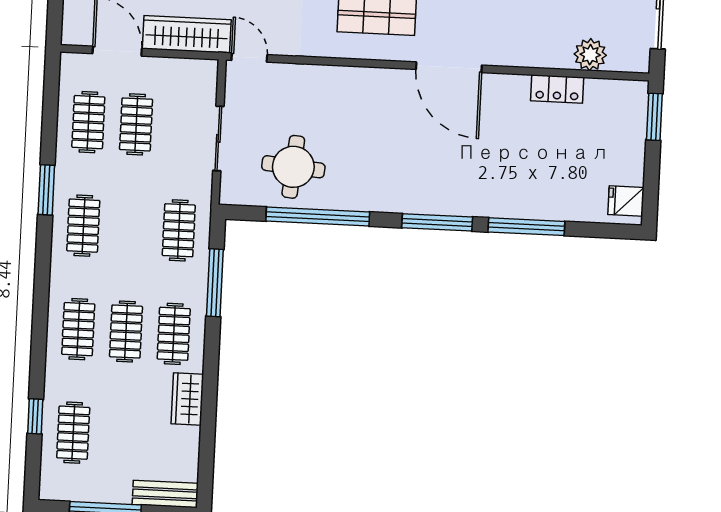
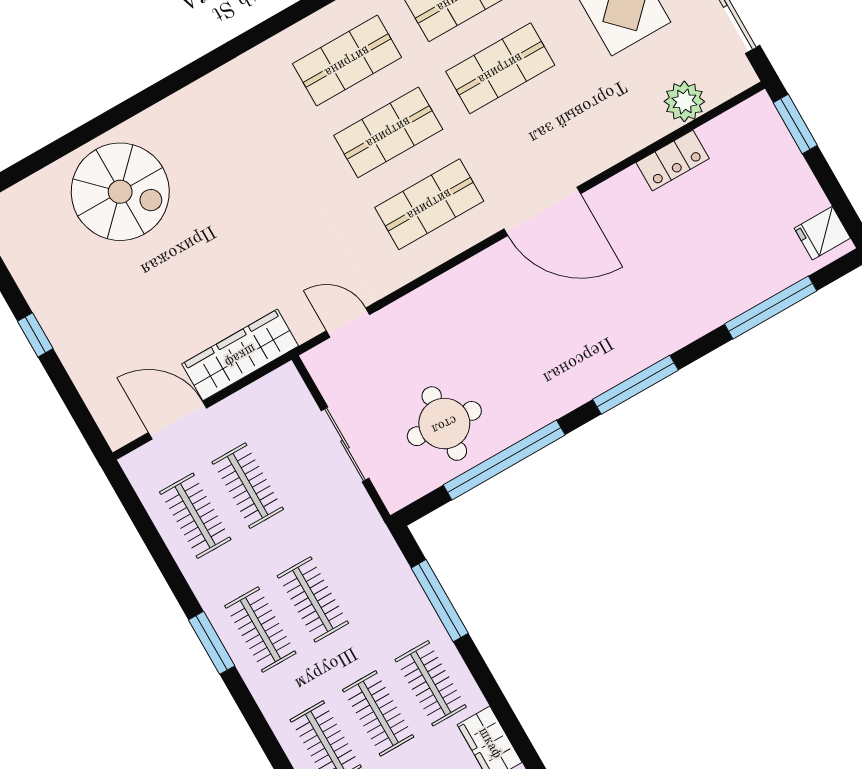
door: (249, 58) -> (348, 323), moved
window: (46, 190) -> (212, 643), moved
window: (526, 227) -> (771, 307), moved
clothes rail: (179, 230) -> (313, 599), moved

